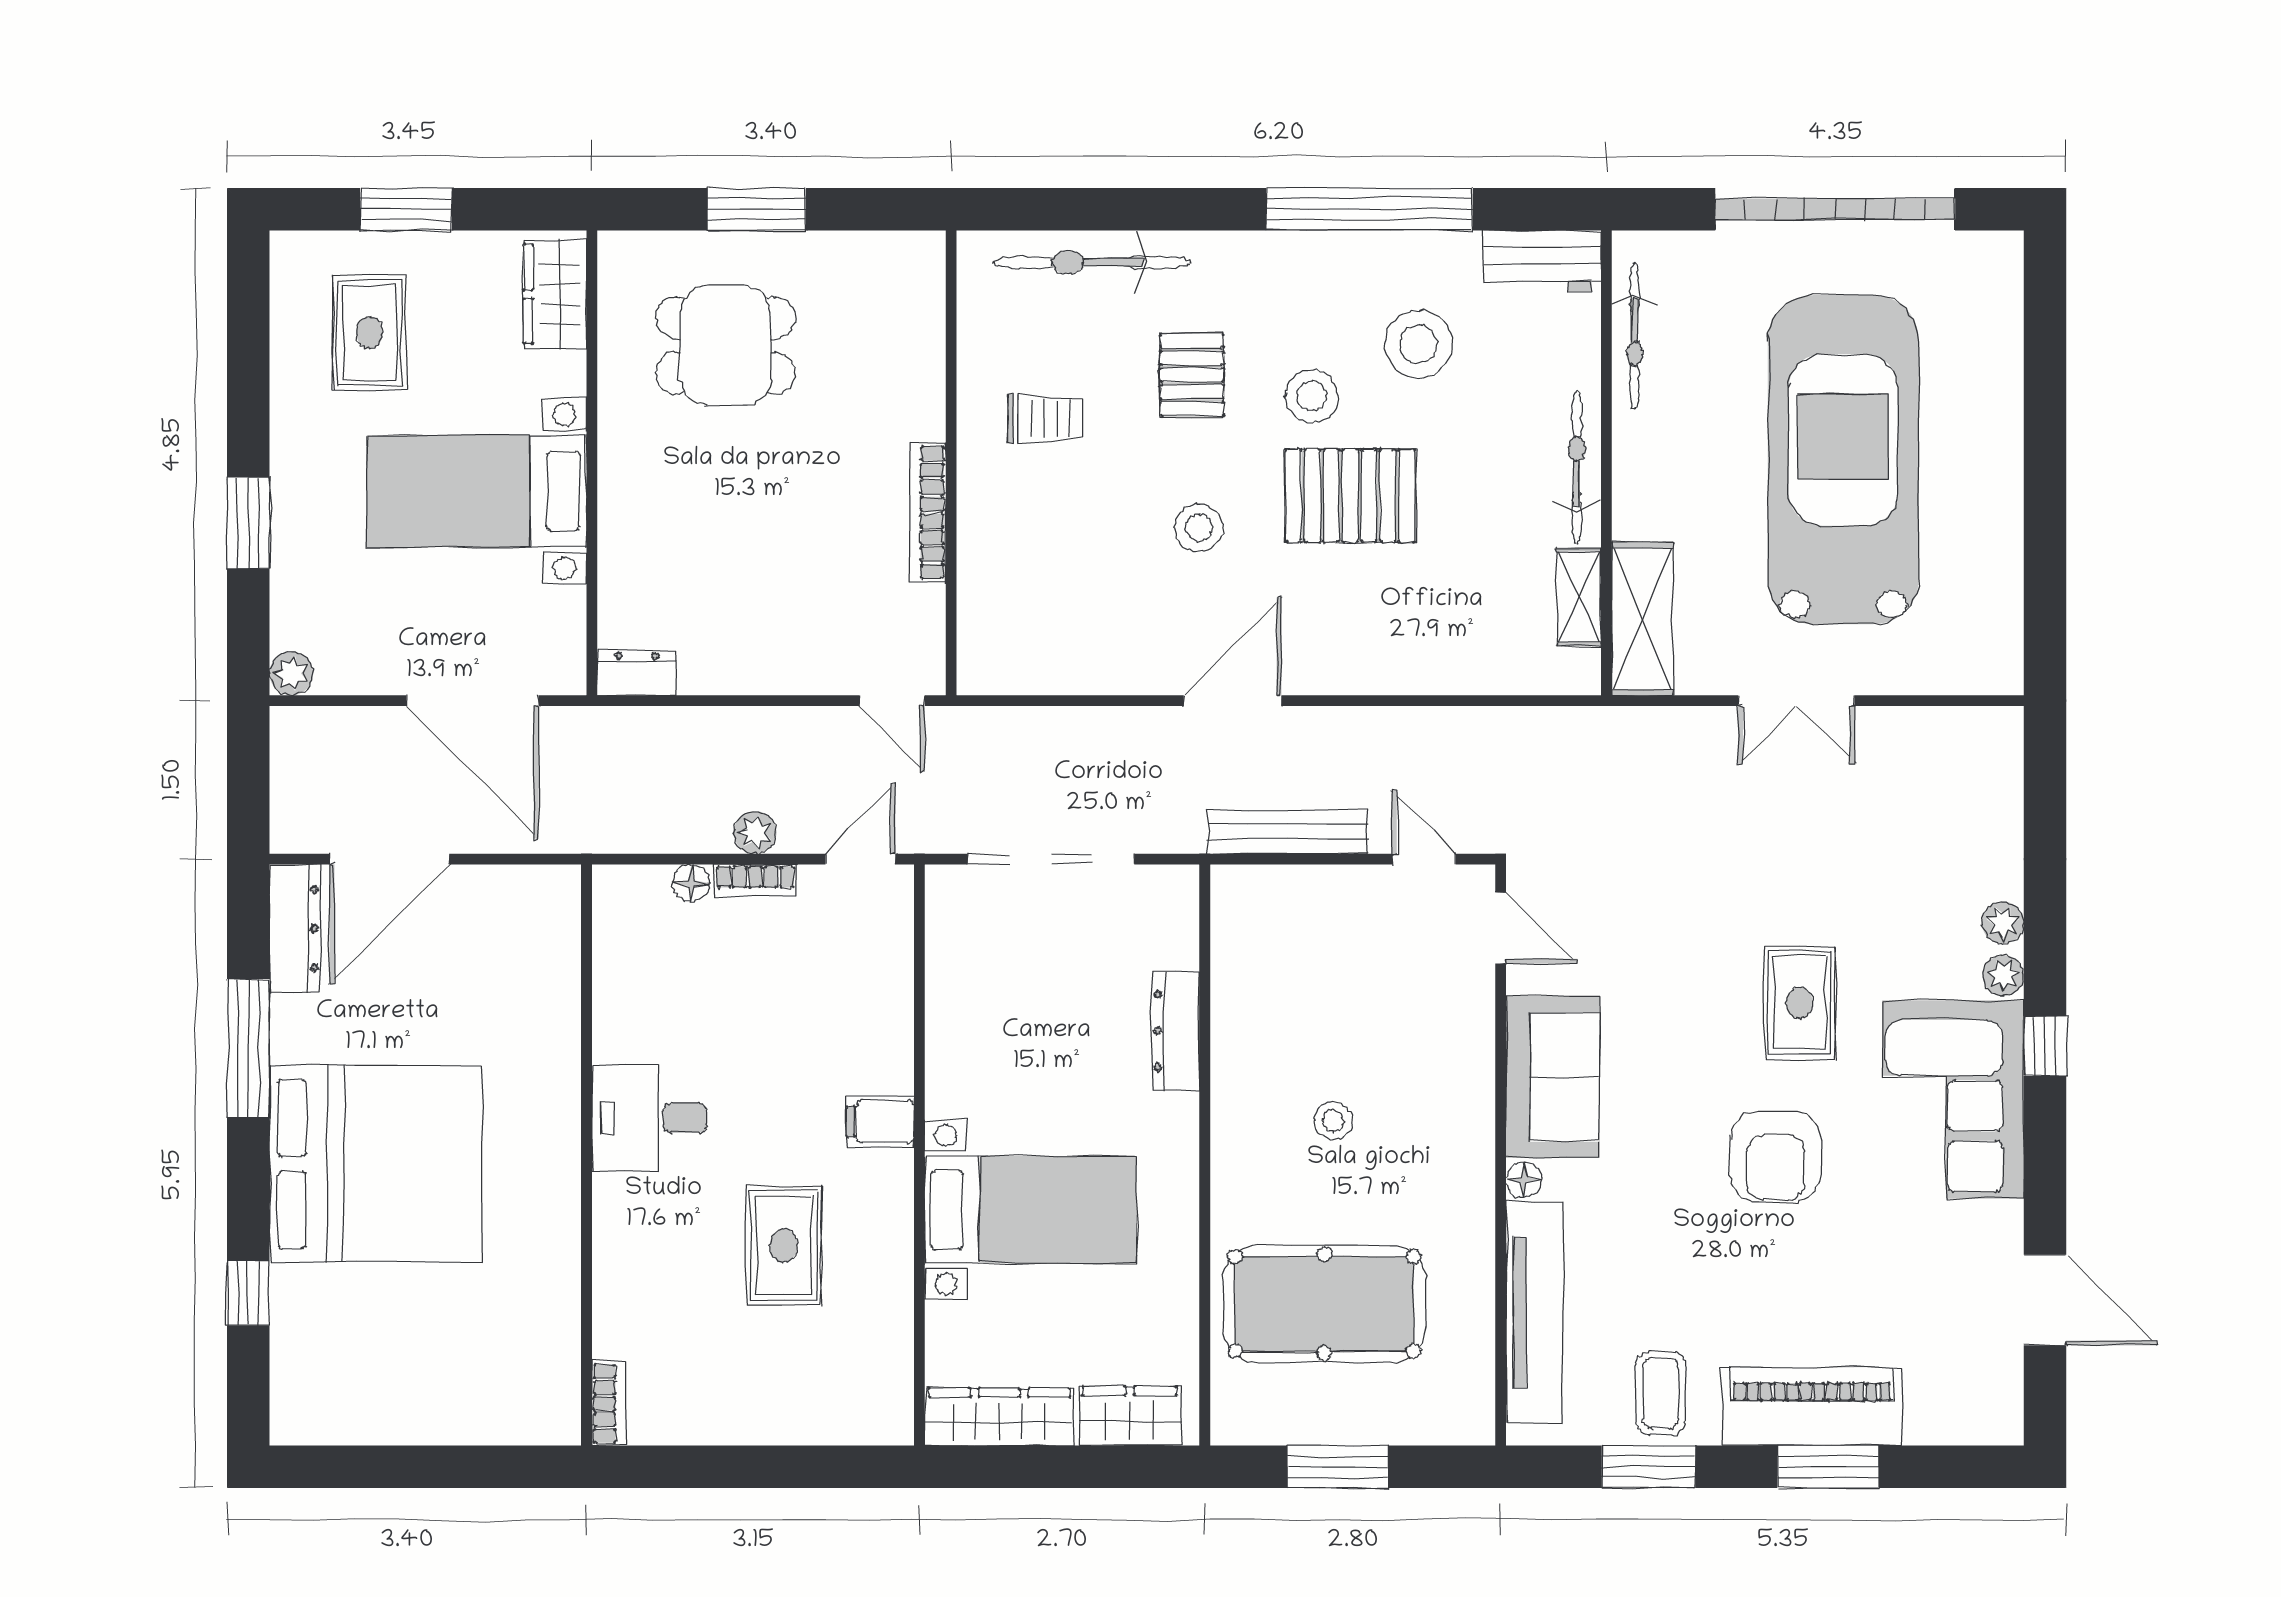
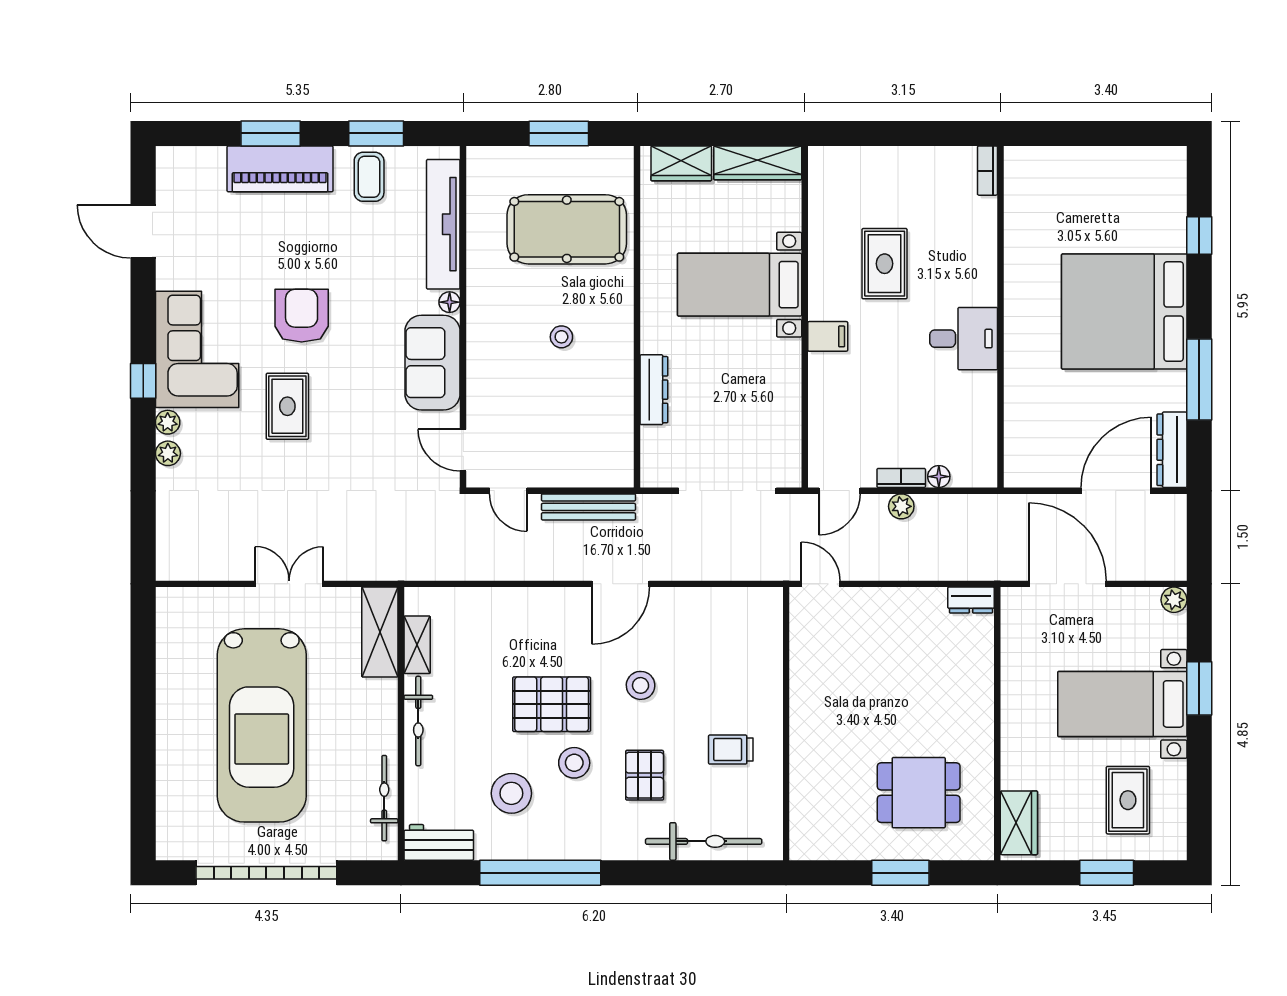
bed with nightstands: (477, 491) -> (1122, 704), moved, turned 180
bookcase: (928, 512) -> (800, 694), removed

